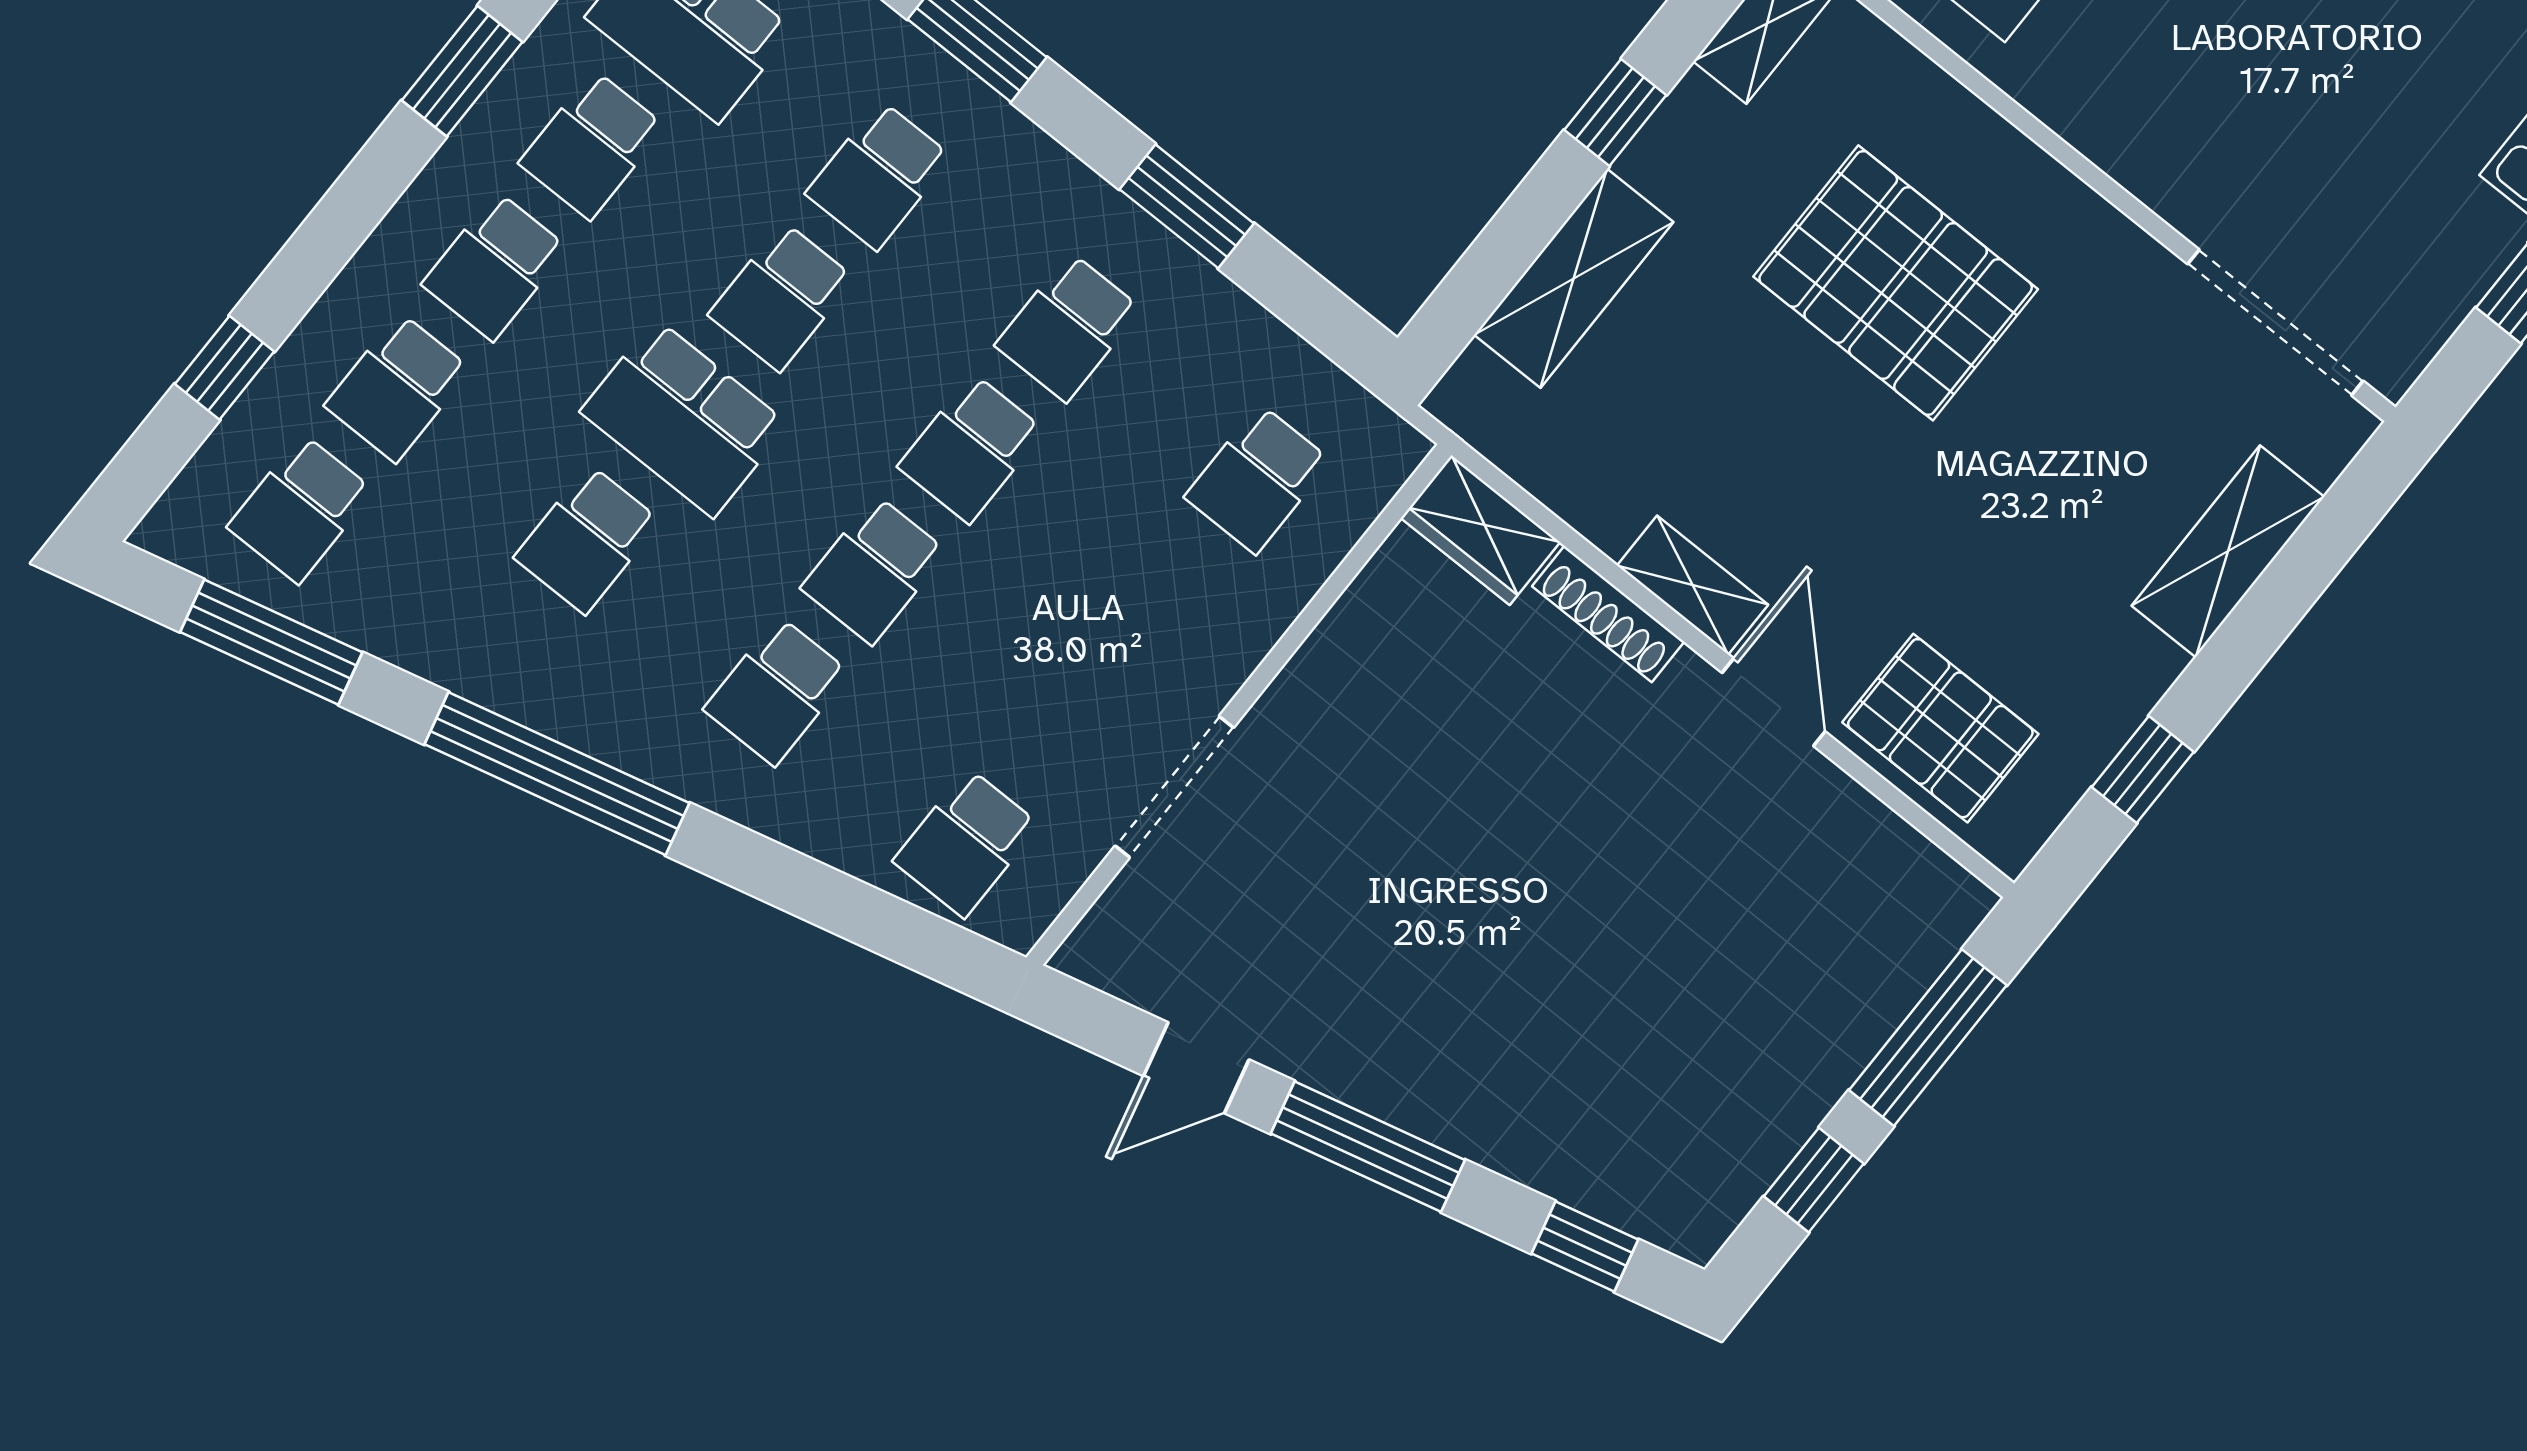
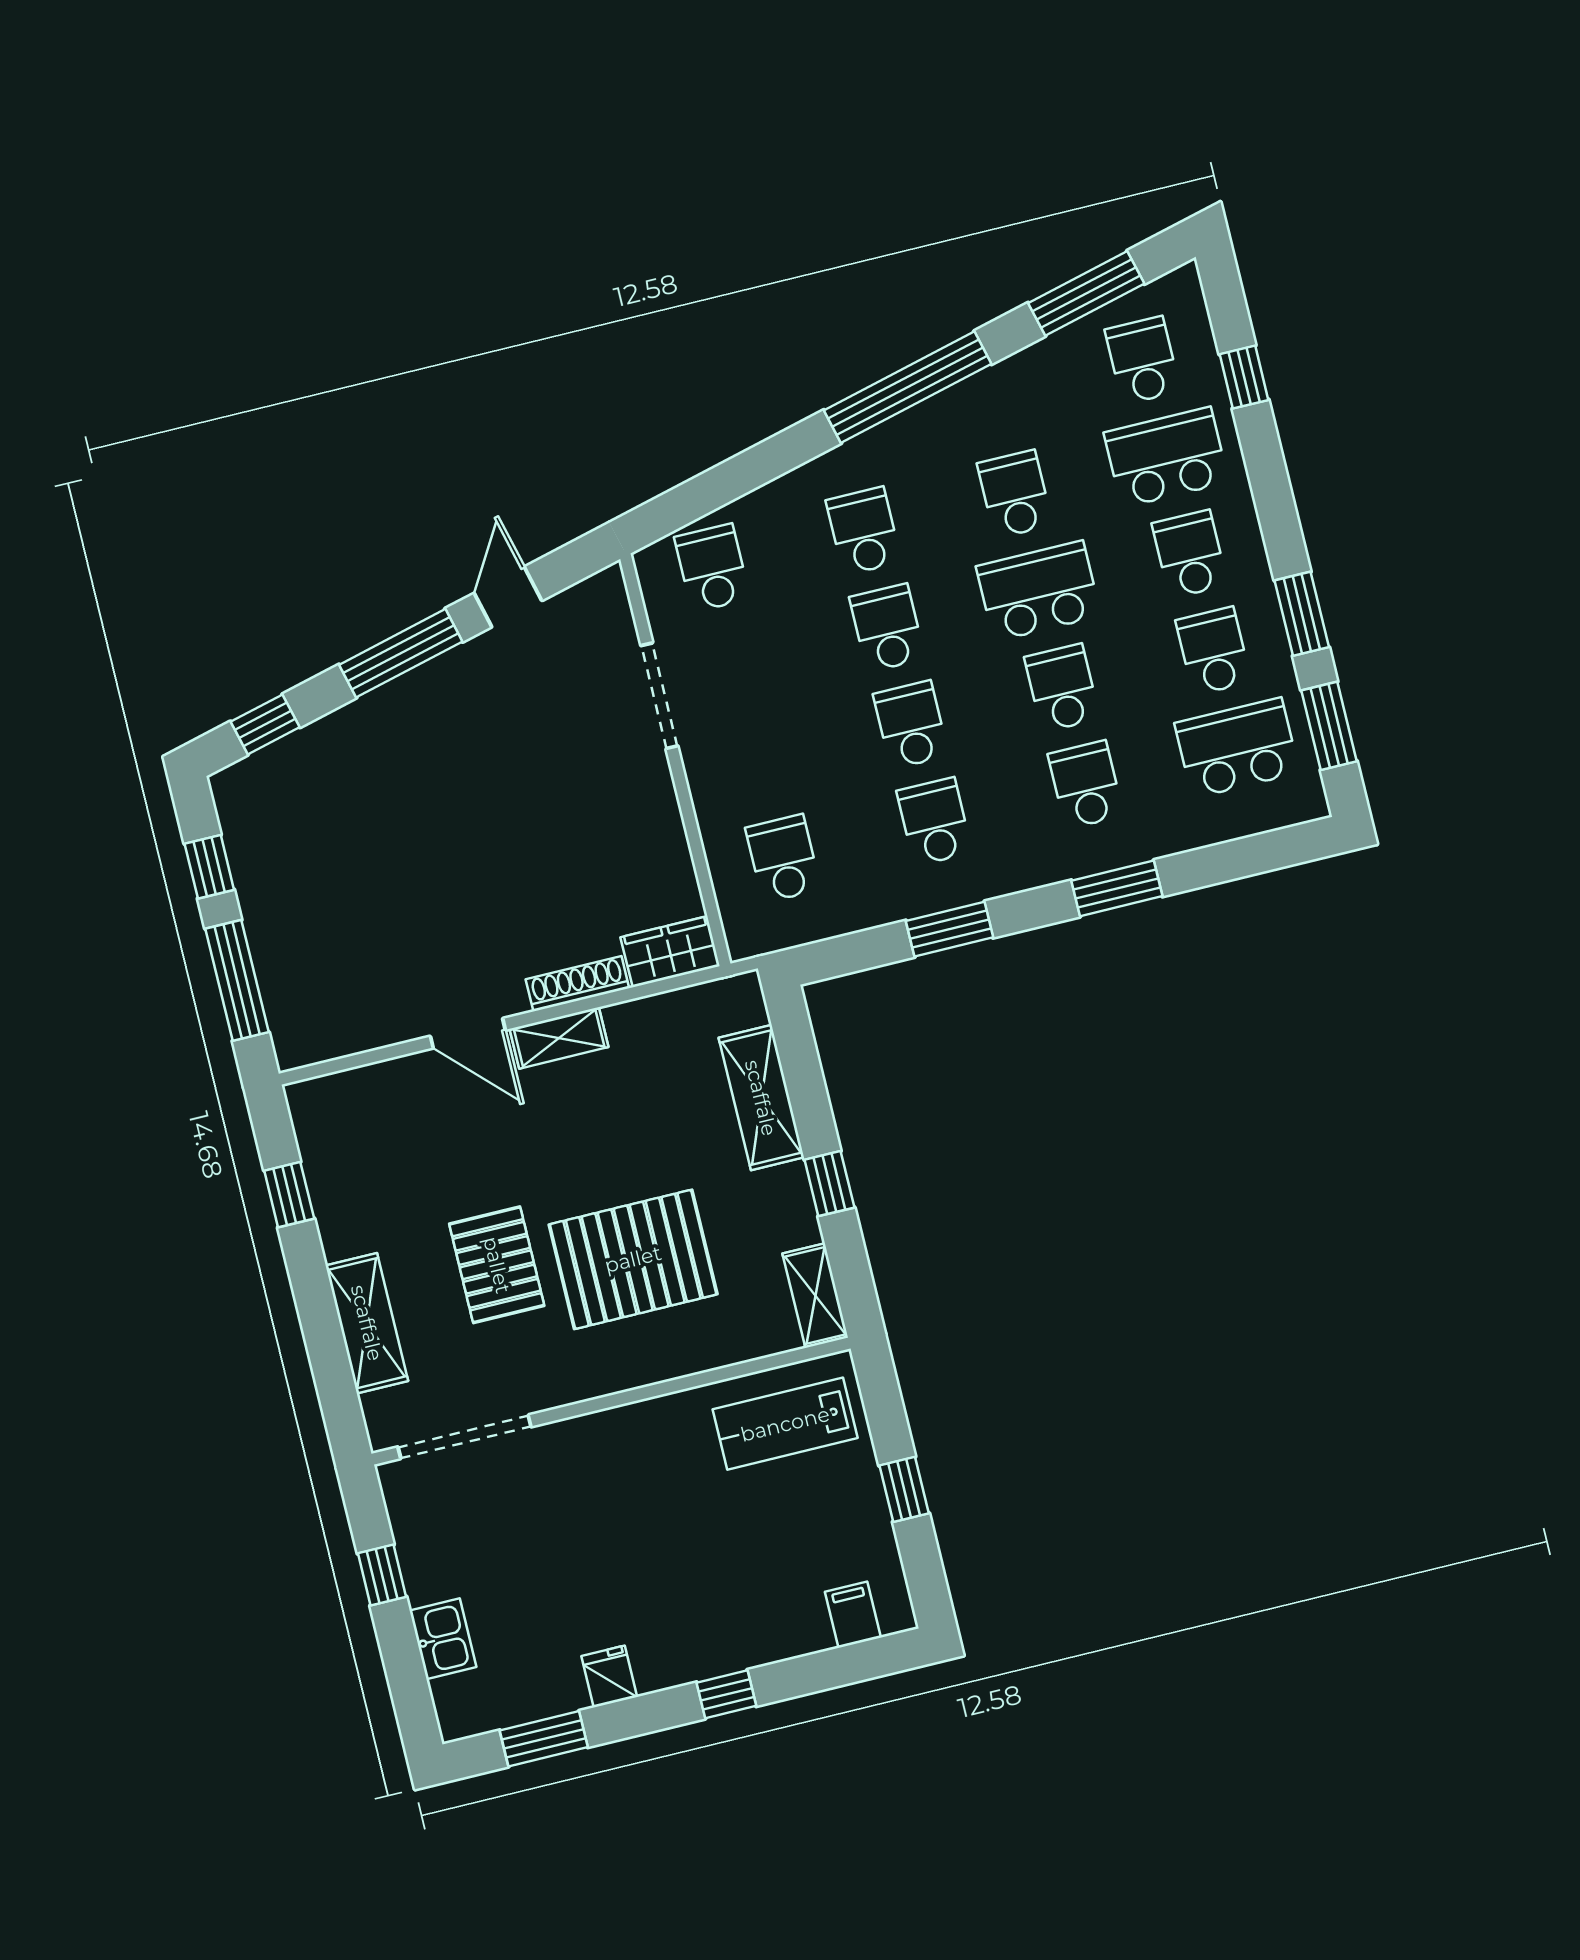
school desk: (398, 388) -> (1166, 457), width x1.85
pallet: (1940, 728) -> (497, 1265), moved, turned 90

